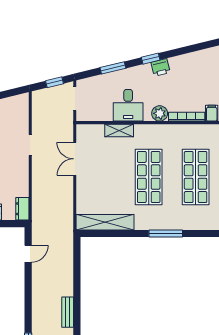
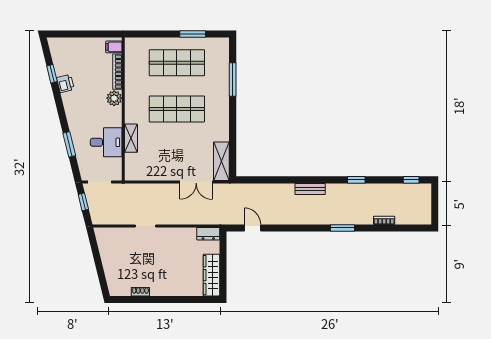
window: (151, 59) -> (52, 74), moved
printer: (161, 67) -> (65, 84), moved
desk: (128, 105) -> (106, 142), moved
double door: (75, 159) -> (196, 182), moved
shelving: (105, 222) -> (221, 161), width x0.68
window: (166, 233) -> (233, 80), moved

